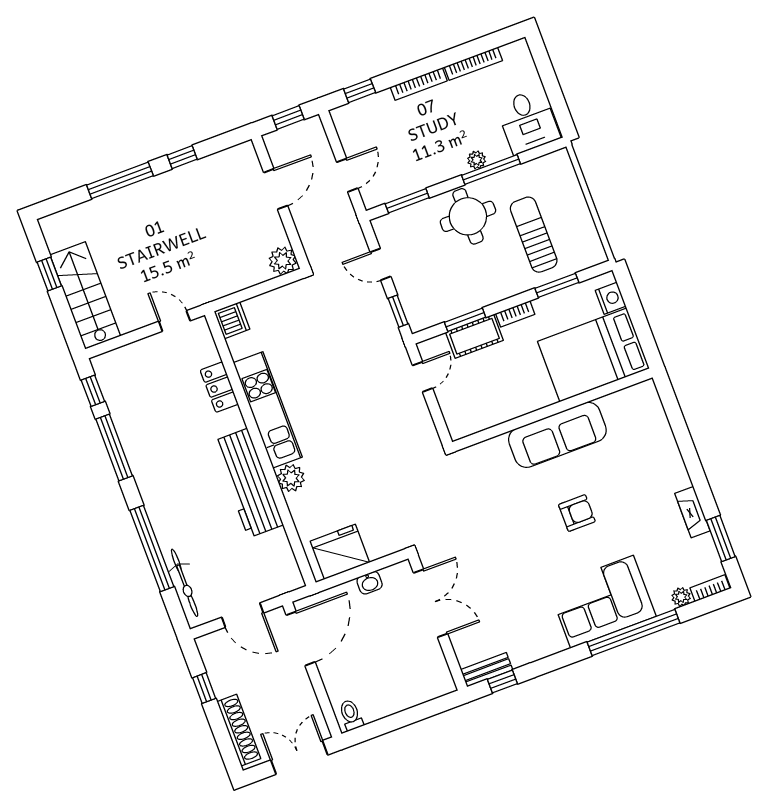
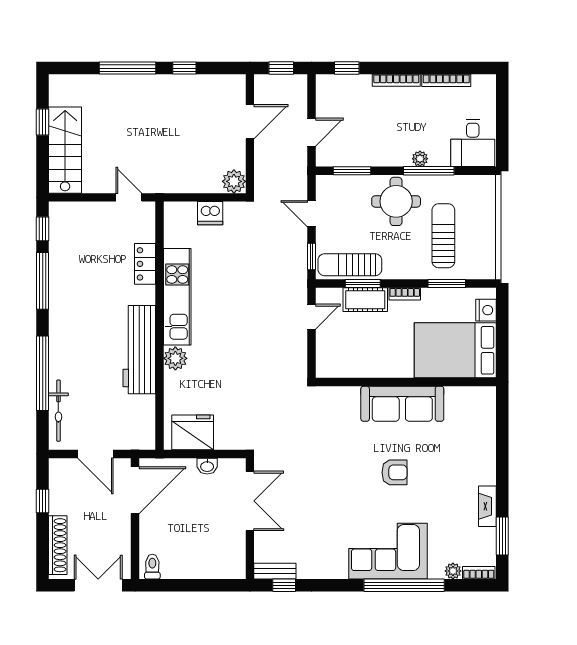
sun lounger: (443, 304) -> (350, 265), added
dishwasher: (232, 320) -> (210, 213), moved, turned 90

